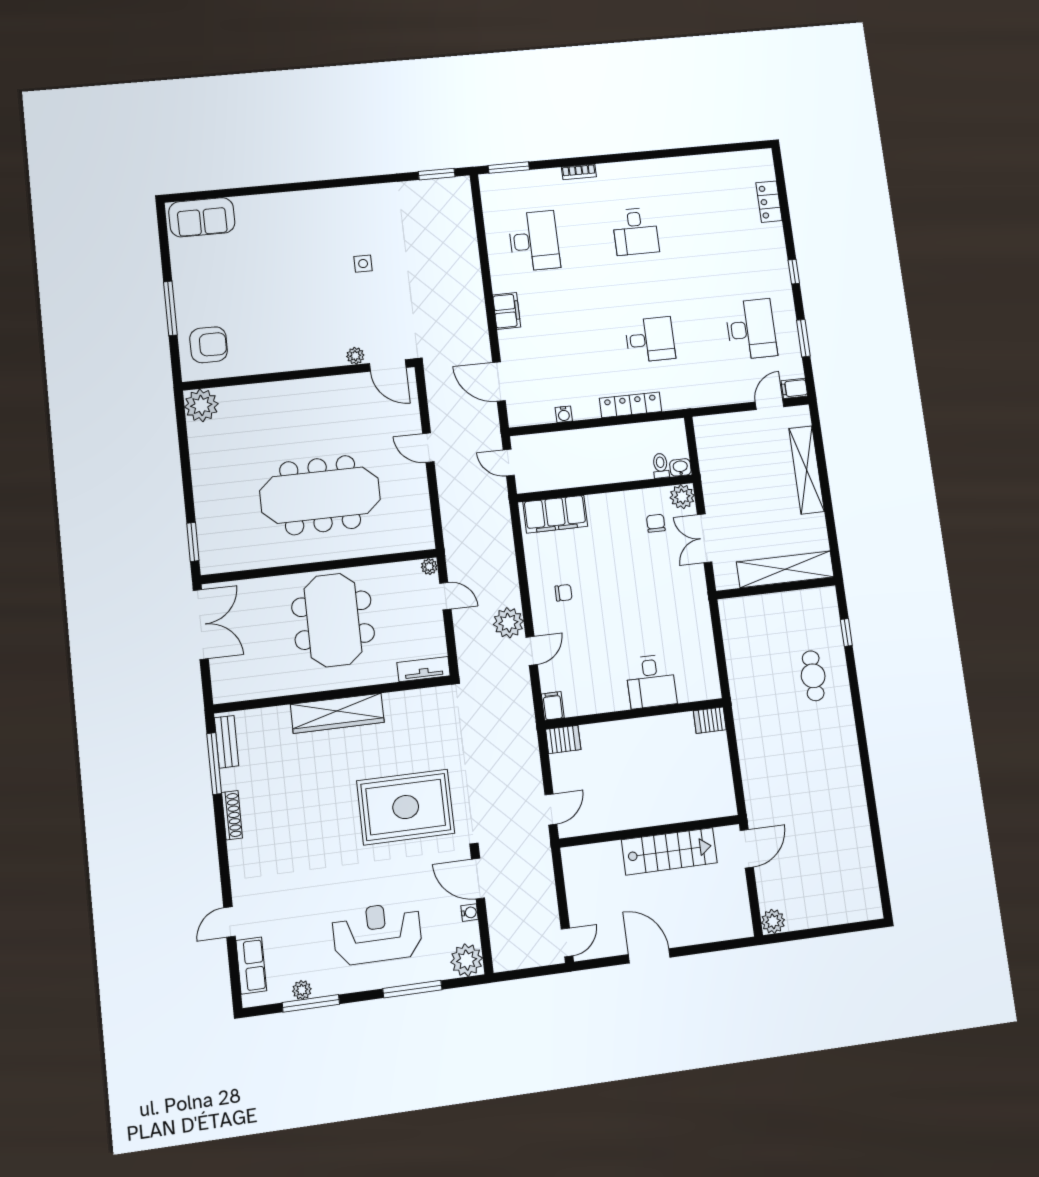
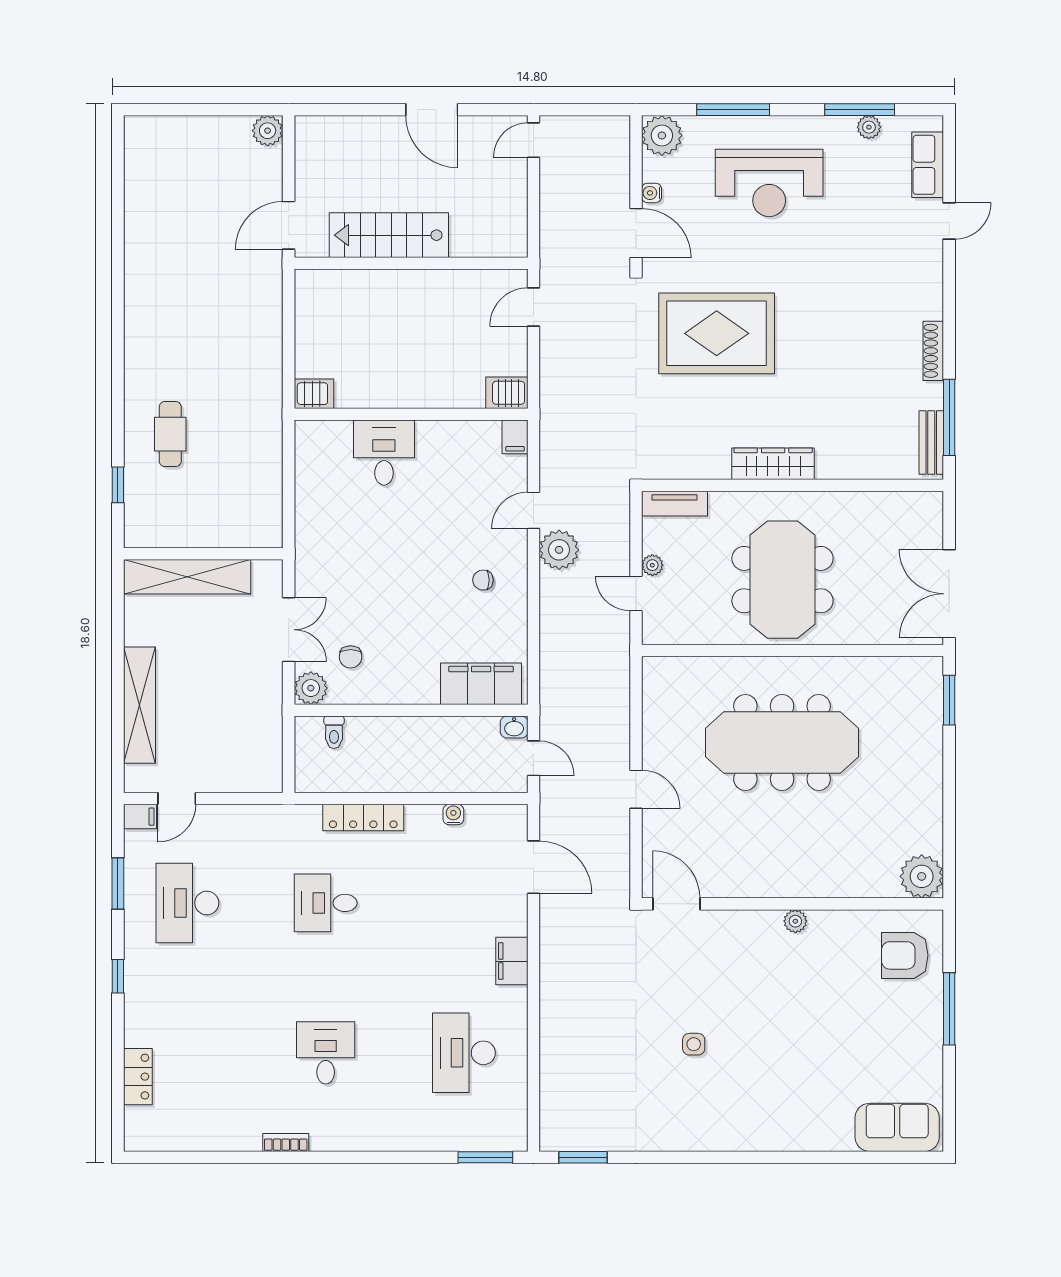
bookcase: (579, 172) -> (286, 1142), moved
plant: (355, 356) -> (795, 921), moved
washbasin: (680, 467) -> (514, 727), moved
plant: (429, 567) -> (652, 565), moved
wardrobe: (337, 713) -> (773, 464), width x0.71, depth x0.85

